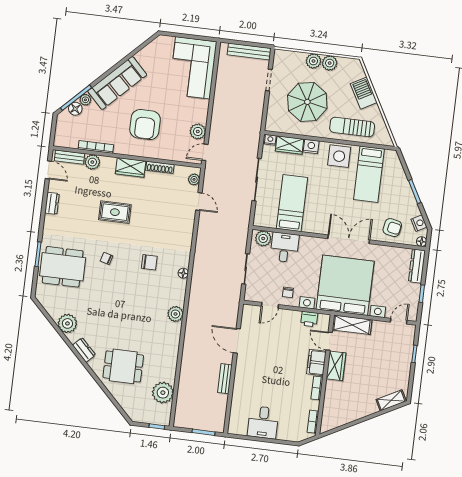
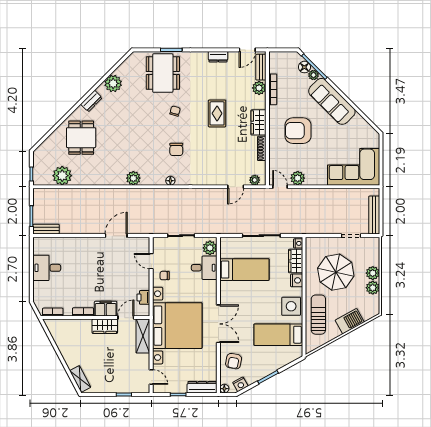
bench: (225, 379) -> (46, 229), moved

